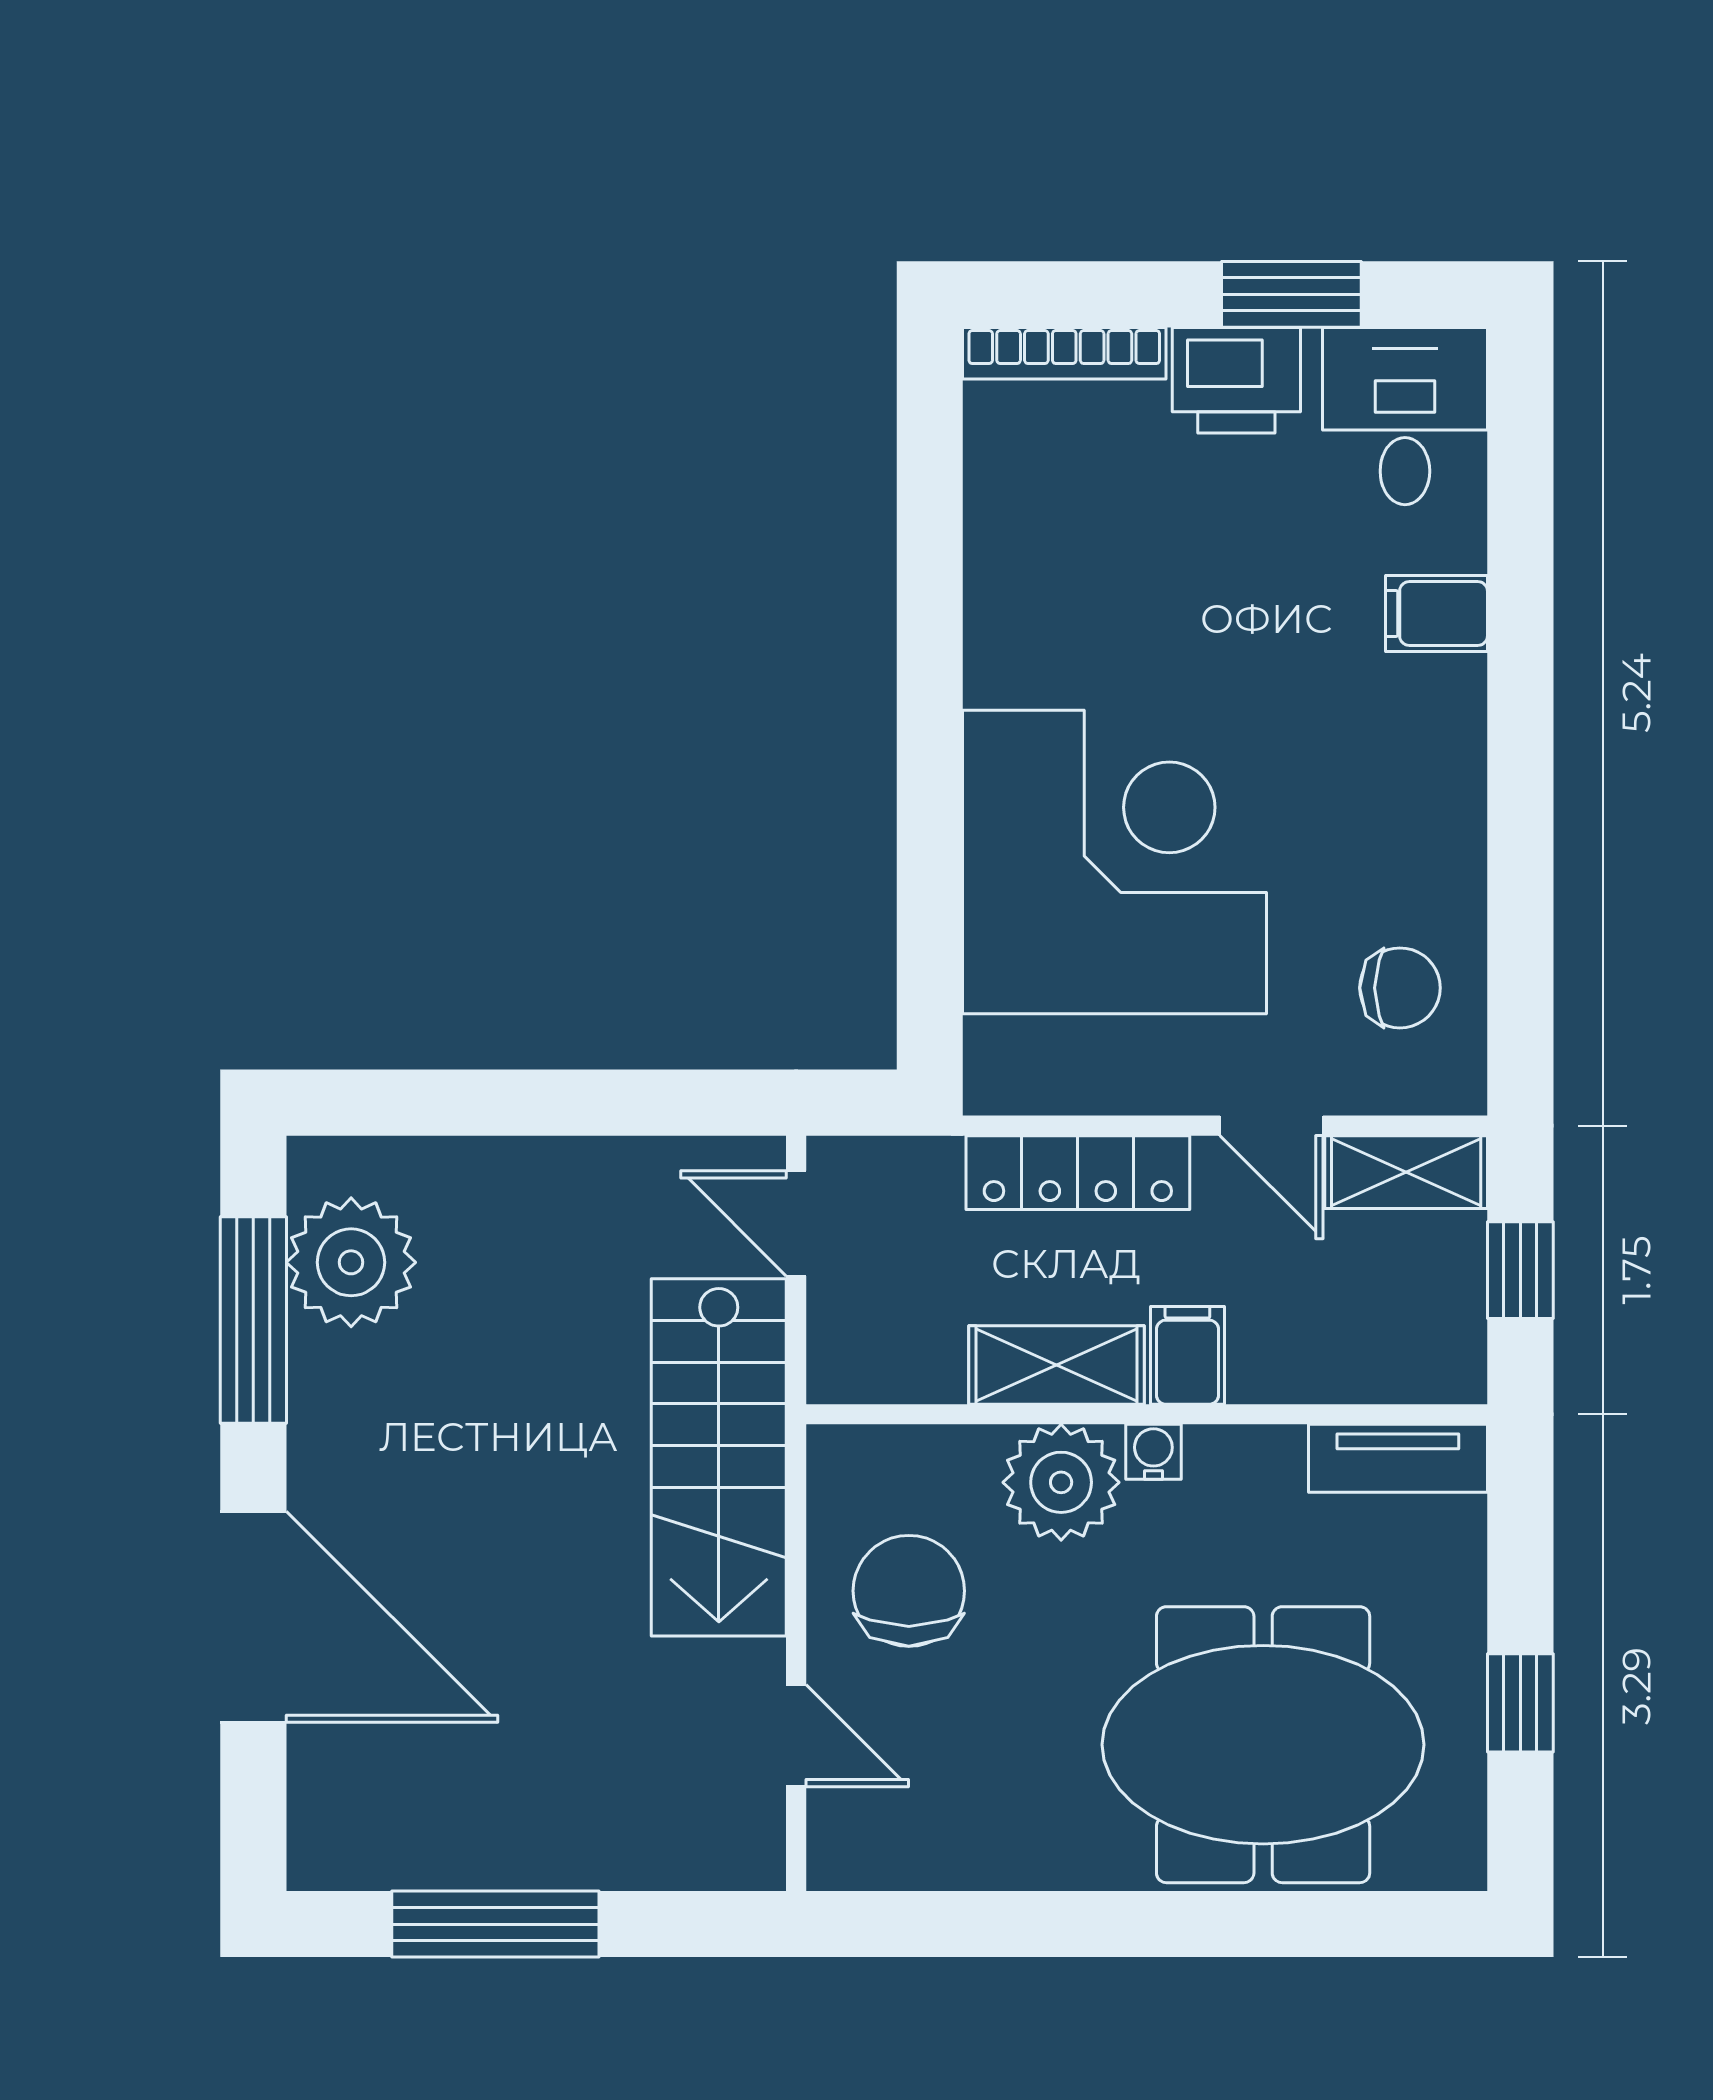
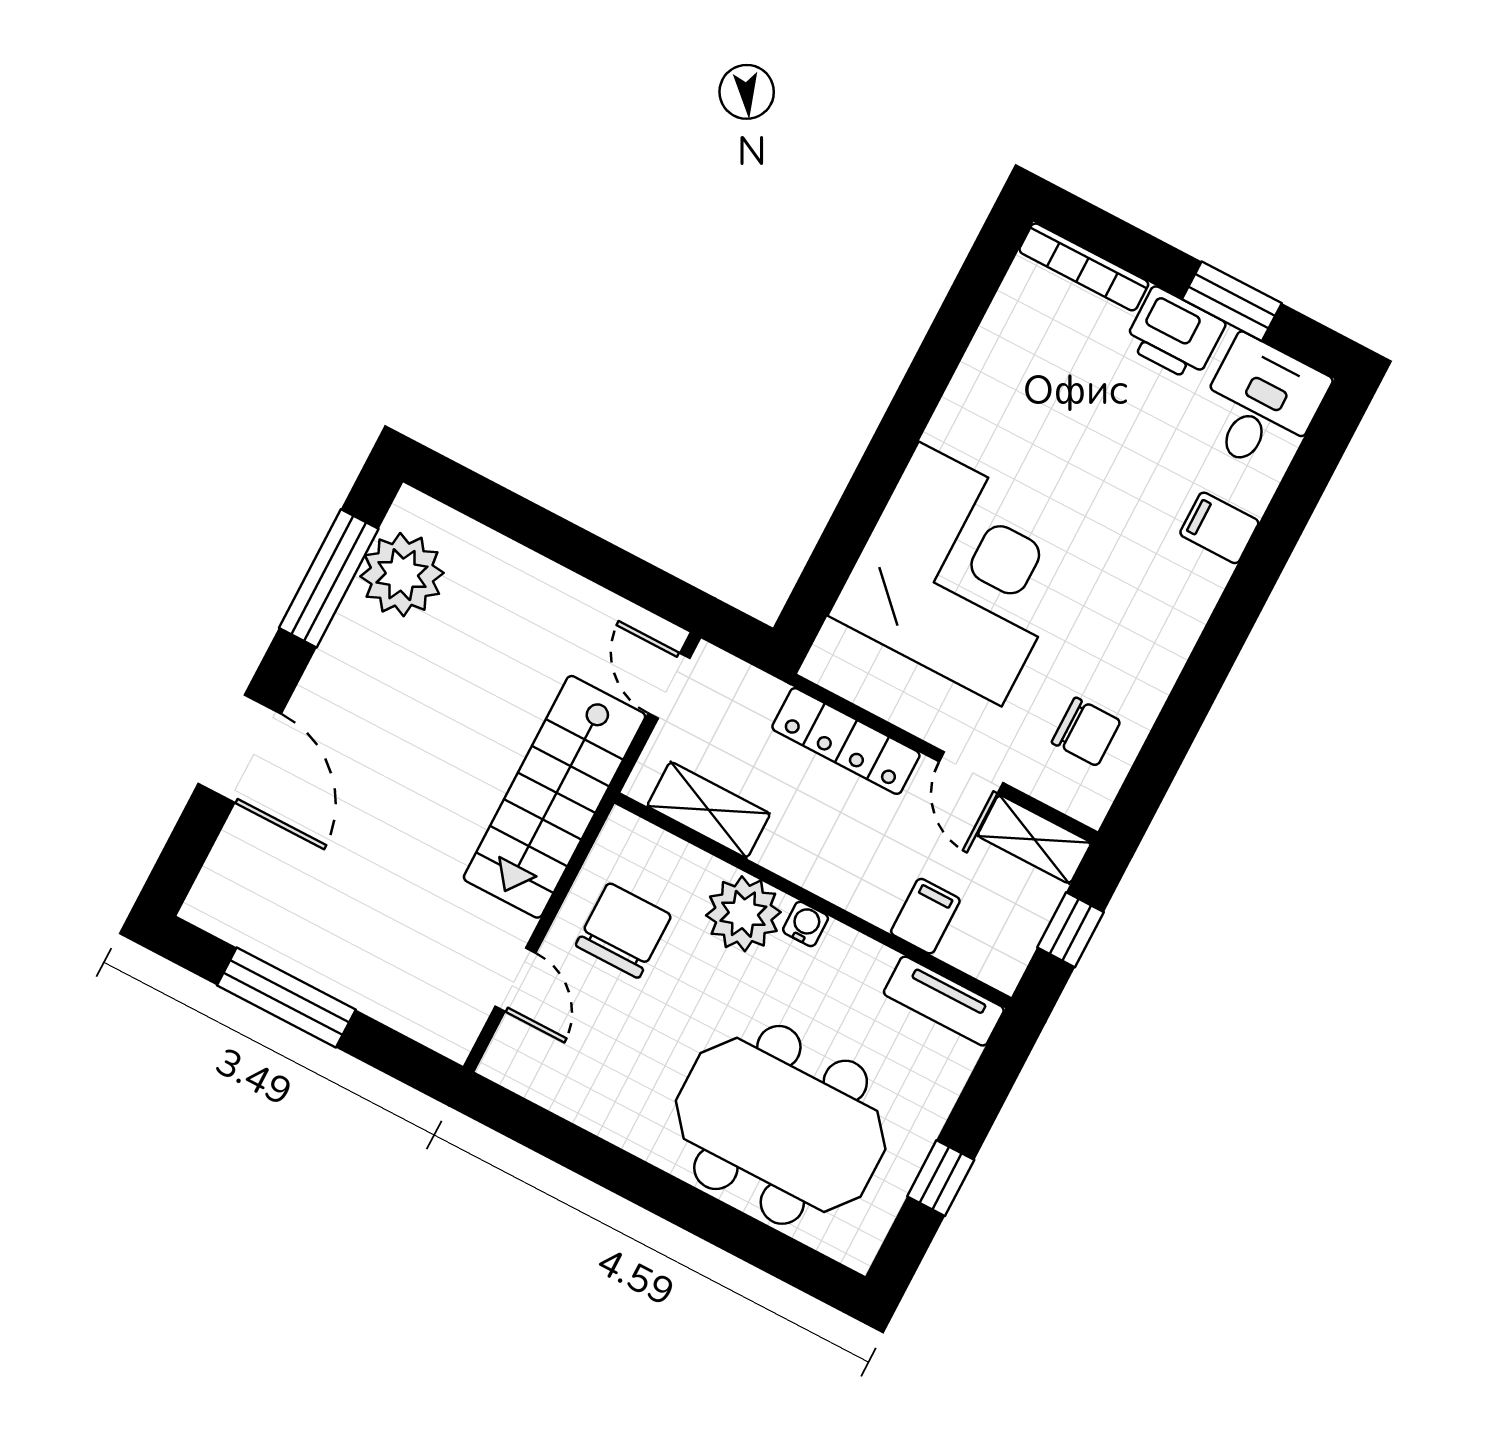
filing cabinet: (1187, 1355) -> (925, 916), moved
shelving: (1056, 1365) -> (709, 810), moved
door: (253, 1617) -> (240, 749), width x0.73

